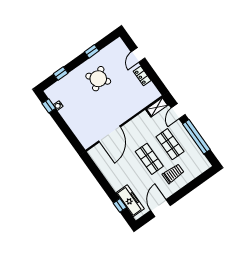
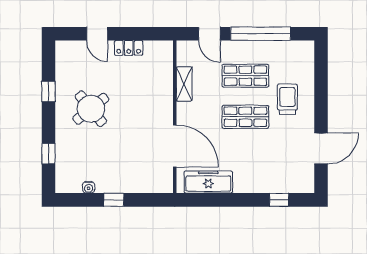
window: (49, 106) -> (114, 200), moved
shelving: (157, 107) -> (184, 84), moved
freezer: (130, 201) -> (208, 182), moved
door: (160, 208) -> (321, 148), swing flipped

